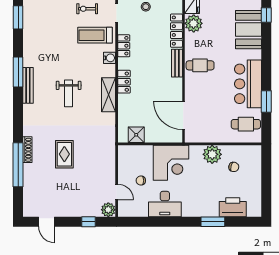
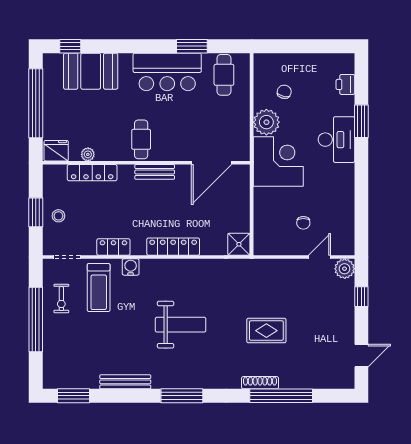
plant: (194, 23) -> (88, 154), width x0.53, depth x0.53
bench: (177, 63) -> (155, 172), moved
window: (18, 72) -> (182, 396), moved
locker: (124, 82) -> (173, 247), width x1.53
bench: (28, 85) -> (125, 382), moved
weight bench: (69, 93) -> (181, 325), width x1.36, depth x1.33
shelving: (108, 95) -> (182, 268), removed
shower: (136, 135) -> (239, 244), moved
corner desk: (171, 163) -> (278, 161), moved
desk: (165, 204) -> (336, 140), moved
printer: (233, 207) -> (345, 84), width x0.53, depth x0.68

